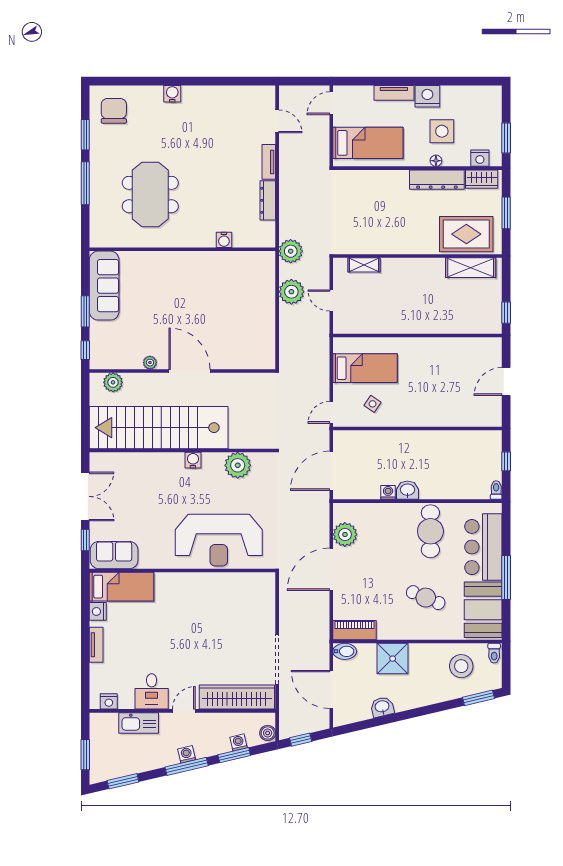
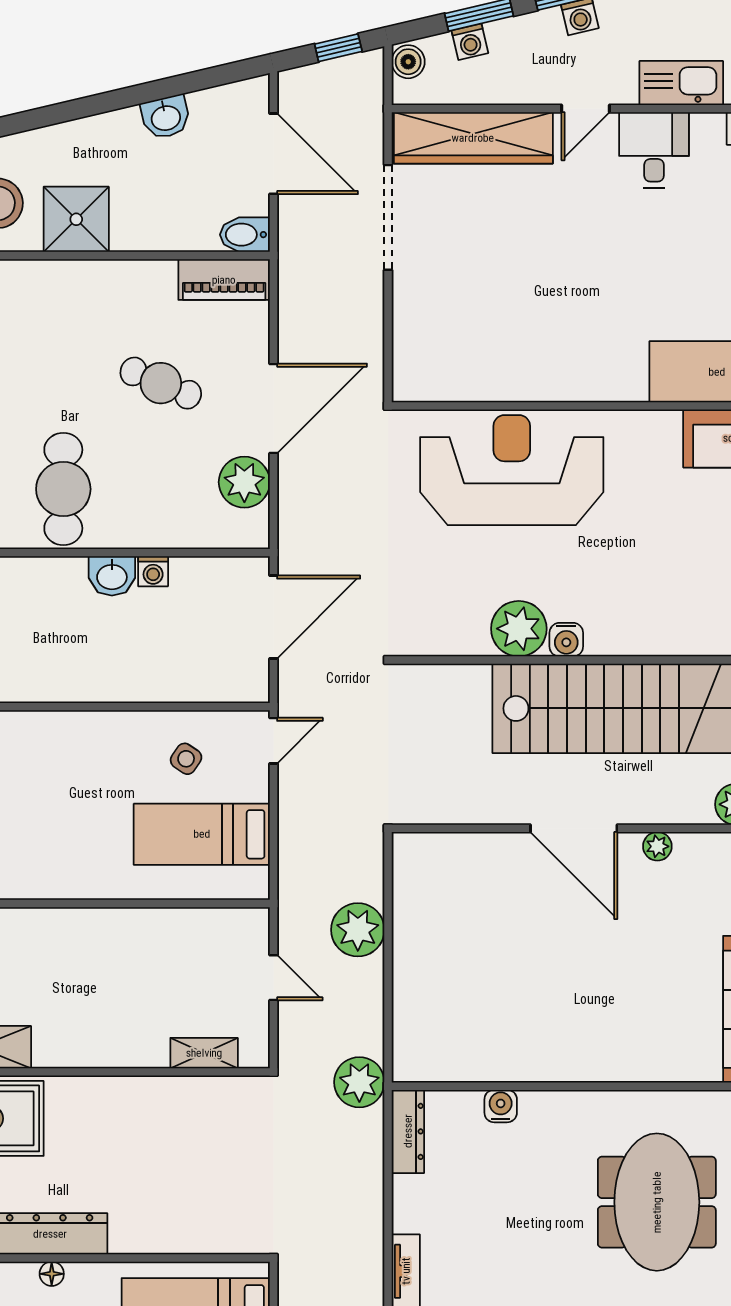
dresser: (268, 200) -> (408, 1131), moved
plant: (291, 292) -> (358, 930), moved
plant: (238, 465) -> (519, 629), moved
cafe table: (426, 598) -> (161, 383), moved
shower: (393, 659) -> (76, 219), moved

